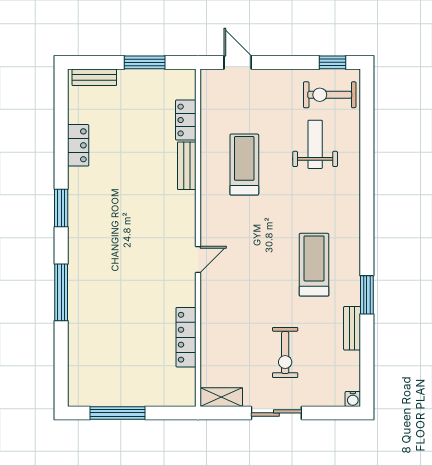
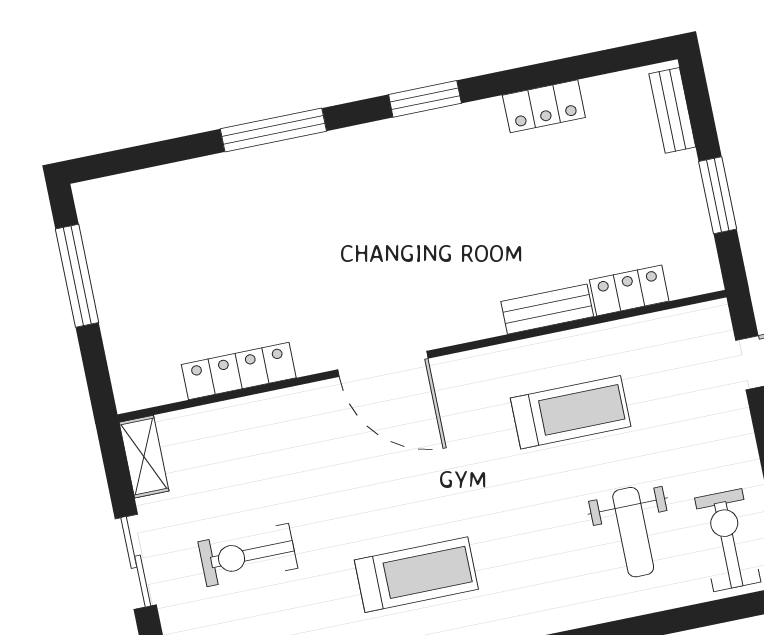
weight bench: (315, 144) -> (633, 532), turned 90
door: (198, 259) -> (383, 364), width x1.87

